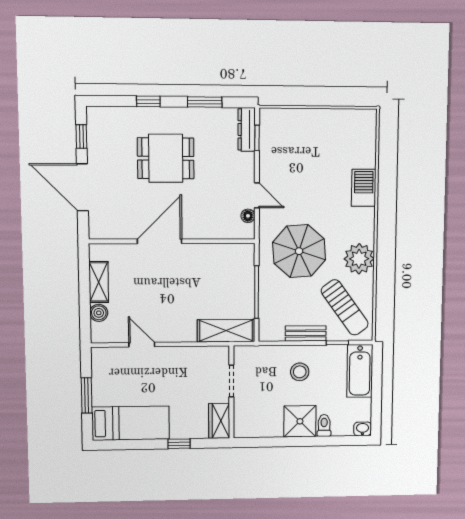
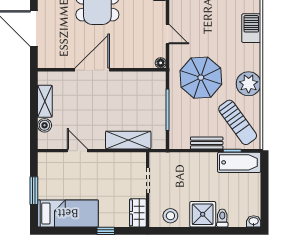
floor lamp: (248, 216) -> (161, 63), moved
shelving: (226, 331) -> (128, 140), moved
bathtub: (360, 371) -> (239, 162), moved, turned -90
stool: (300, 372) -> (170, 216), moved

